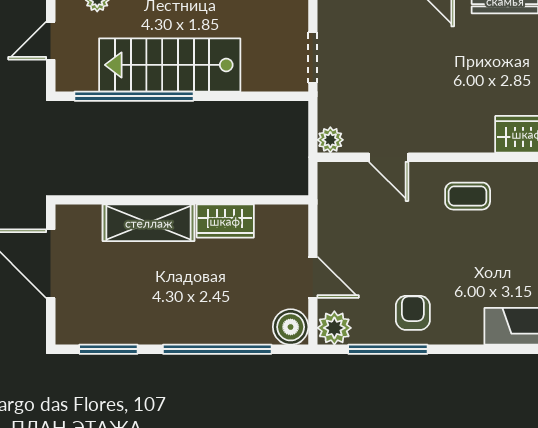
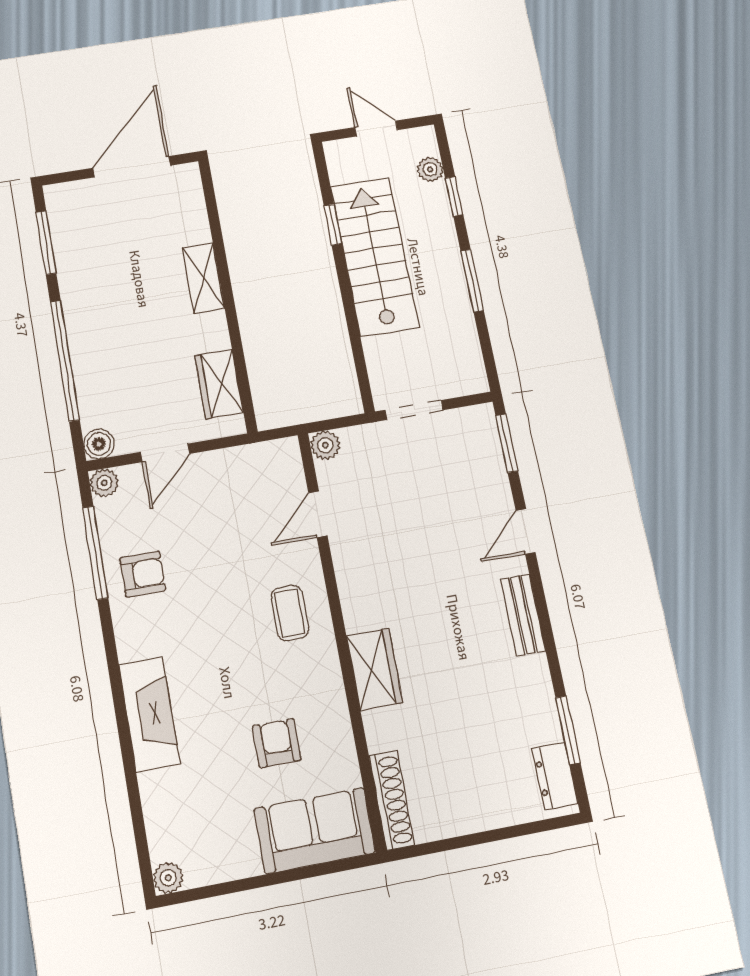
window: (134, 96) -> (333, 225), width x0.32
wardrobe: (225, 221) -> (219, 384), moved
shelving: (149, 223) -> (203, 278), width x0.67, depth x0.75
boiler: (291, 327) -> (99, 444), width x0.73, depth x0.73
plant: (334, 328) -> (104, 483), width x0.73, depth x0.73

